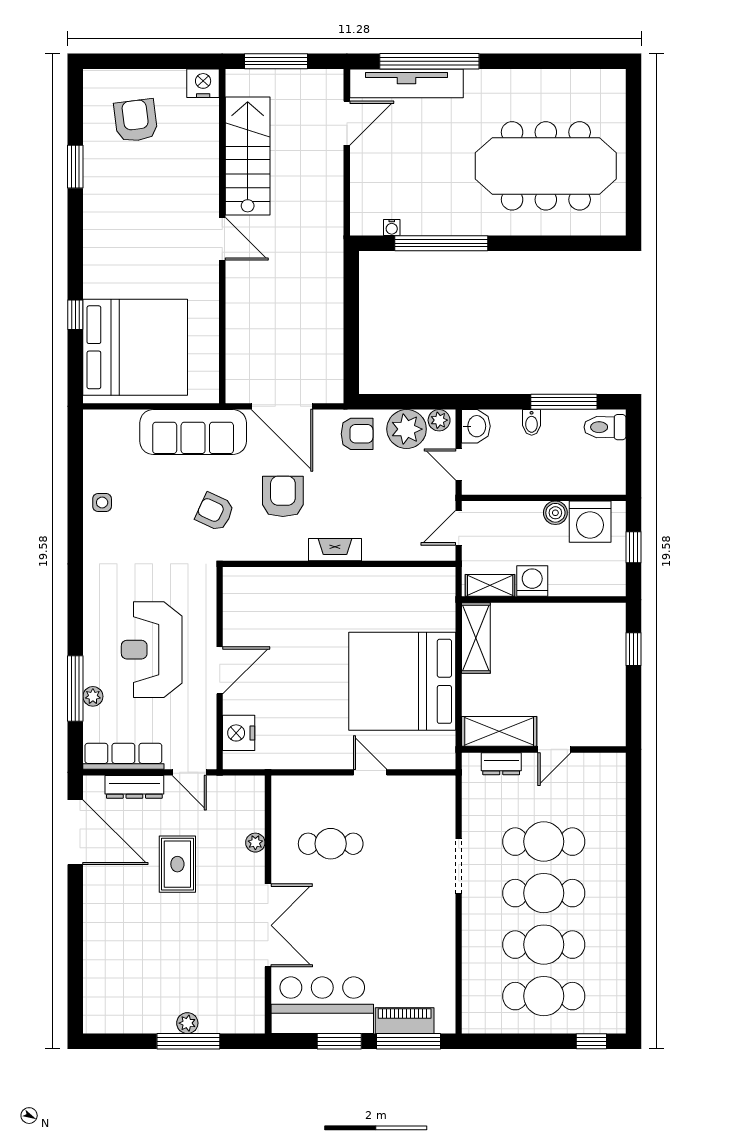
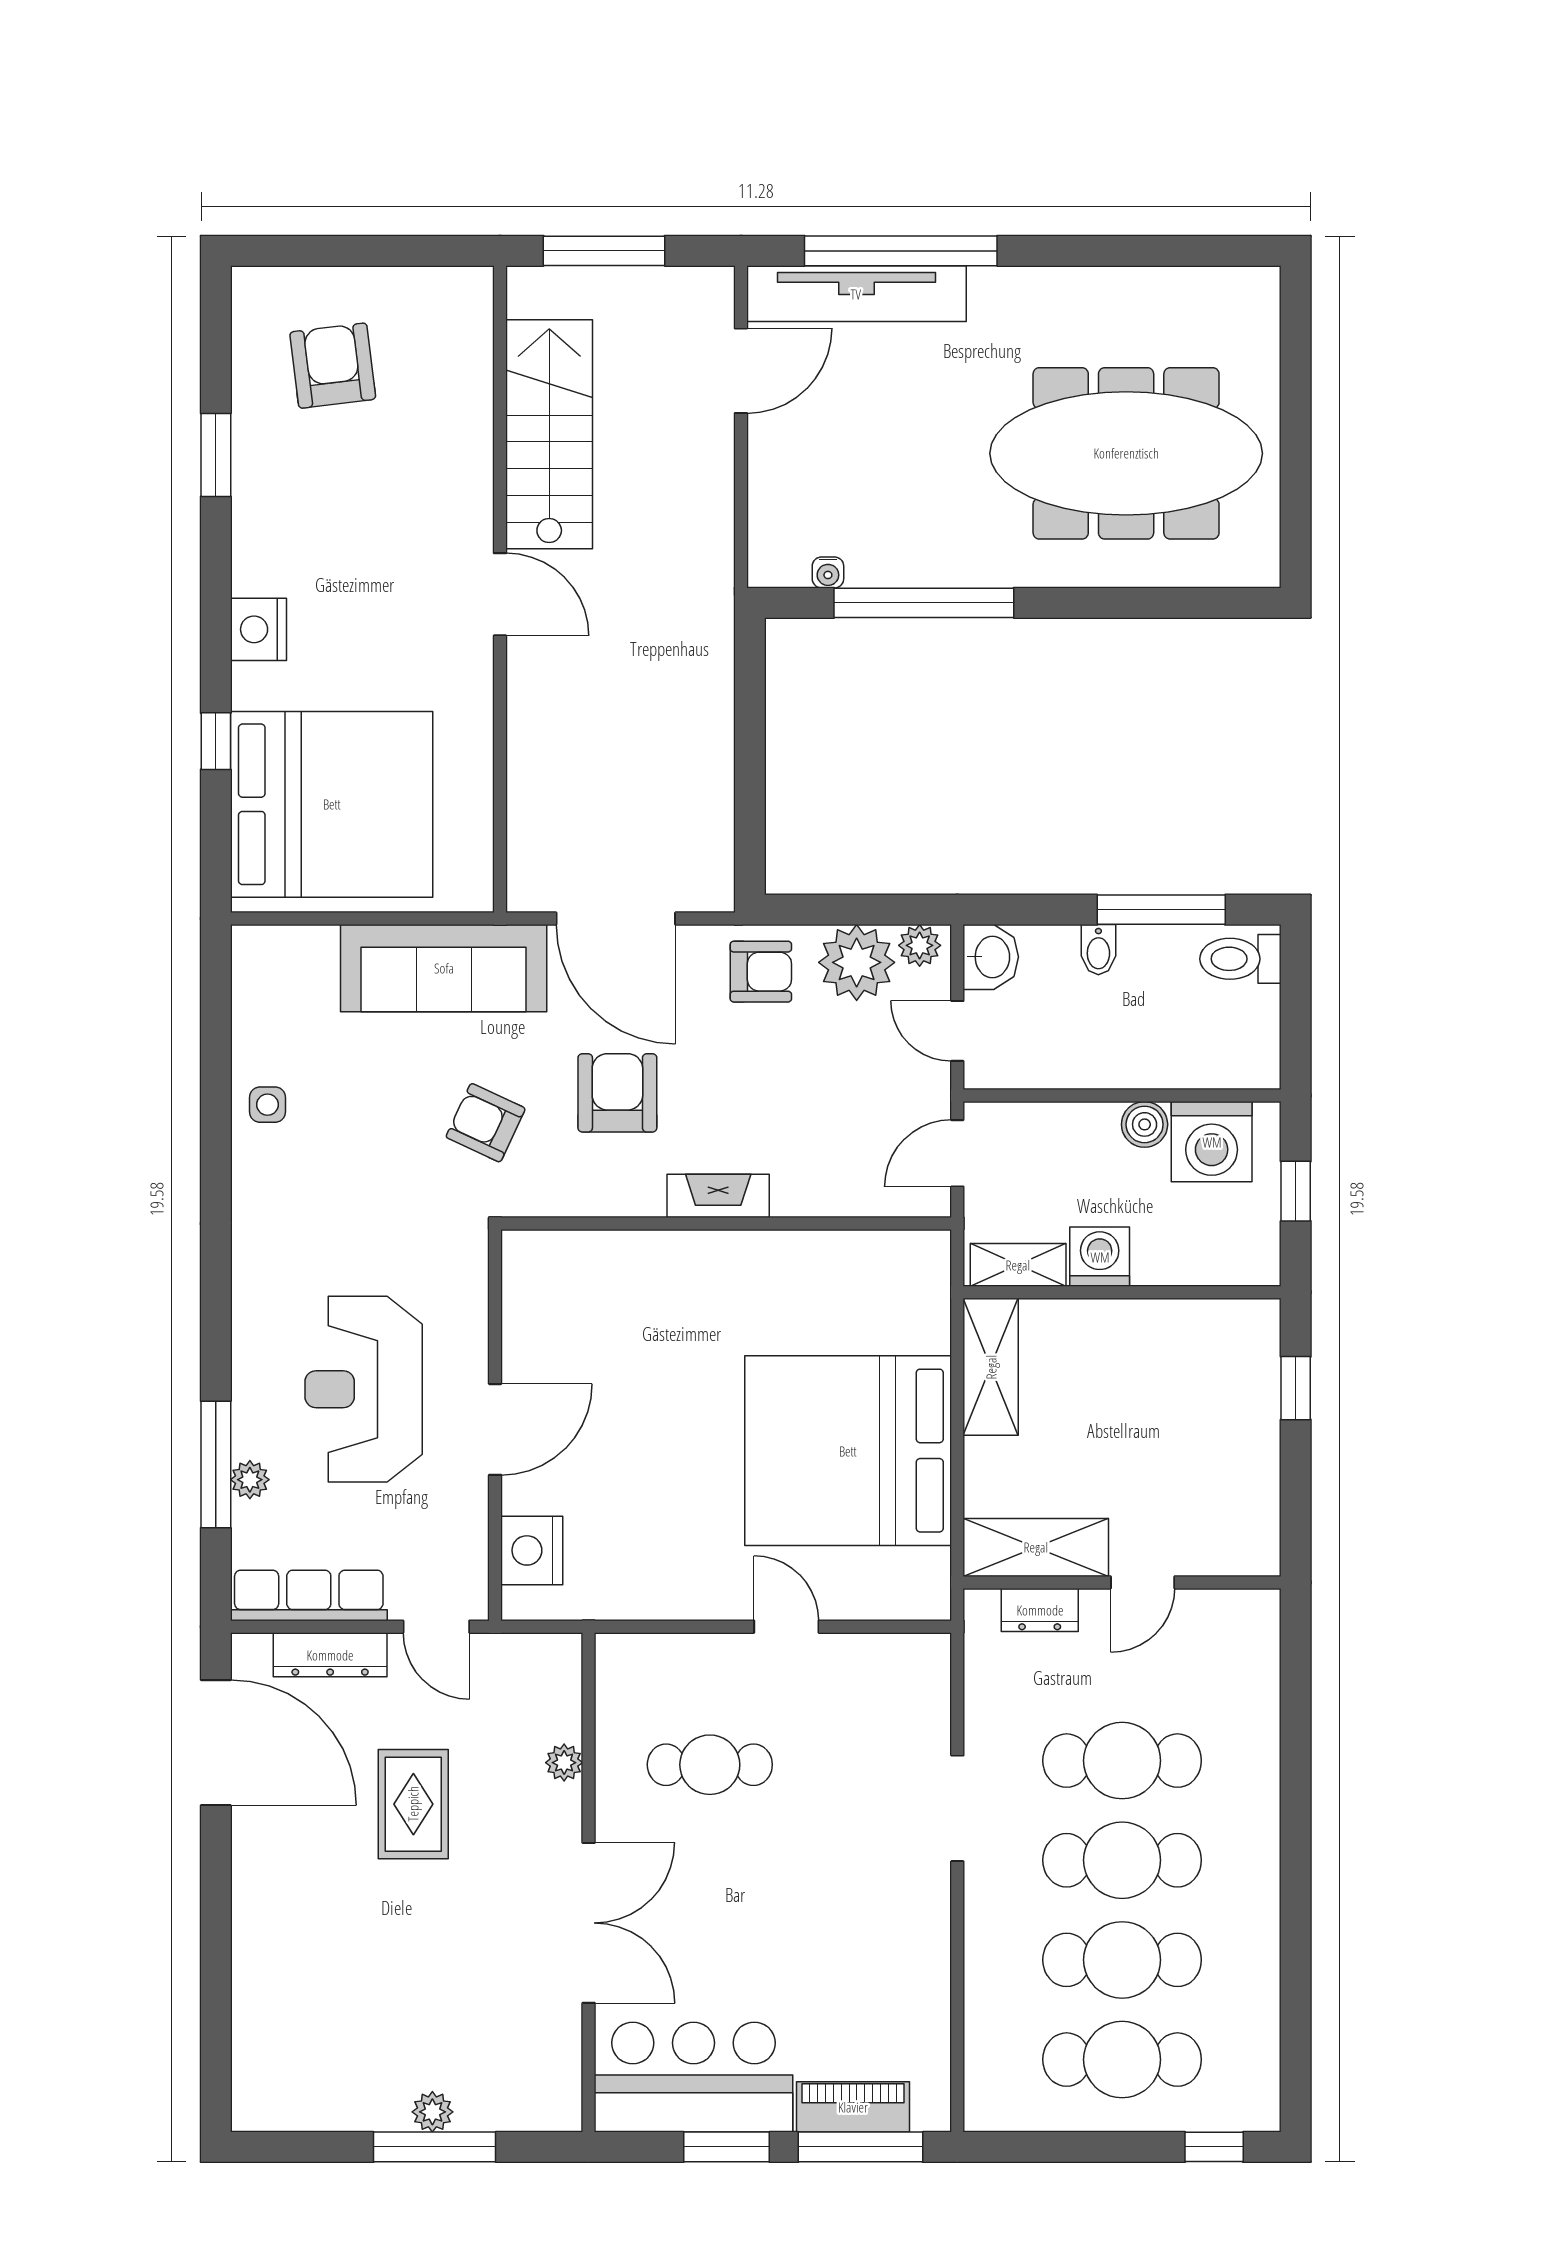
nightstand: (203, 83) -> (258, 629), moved, turned -90

